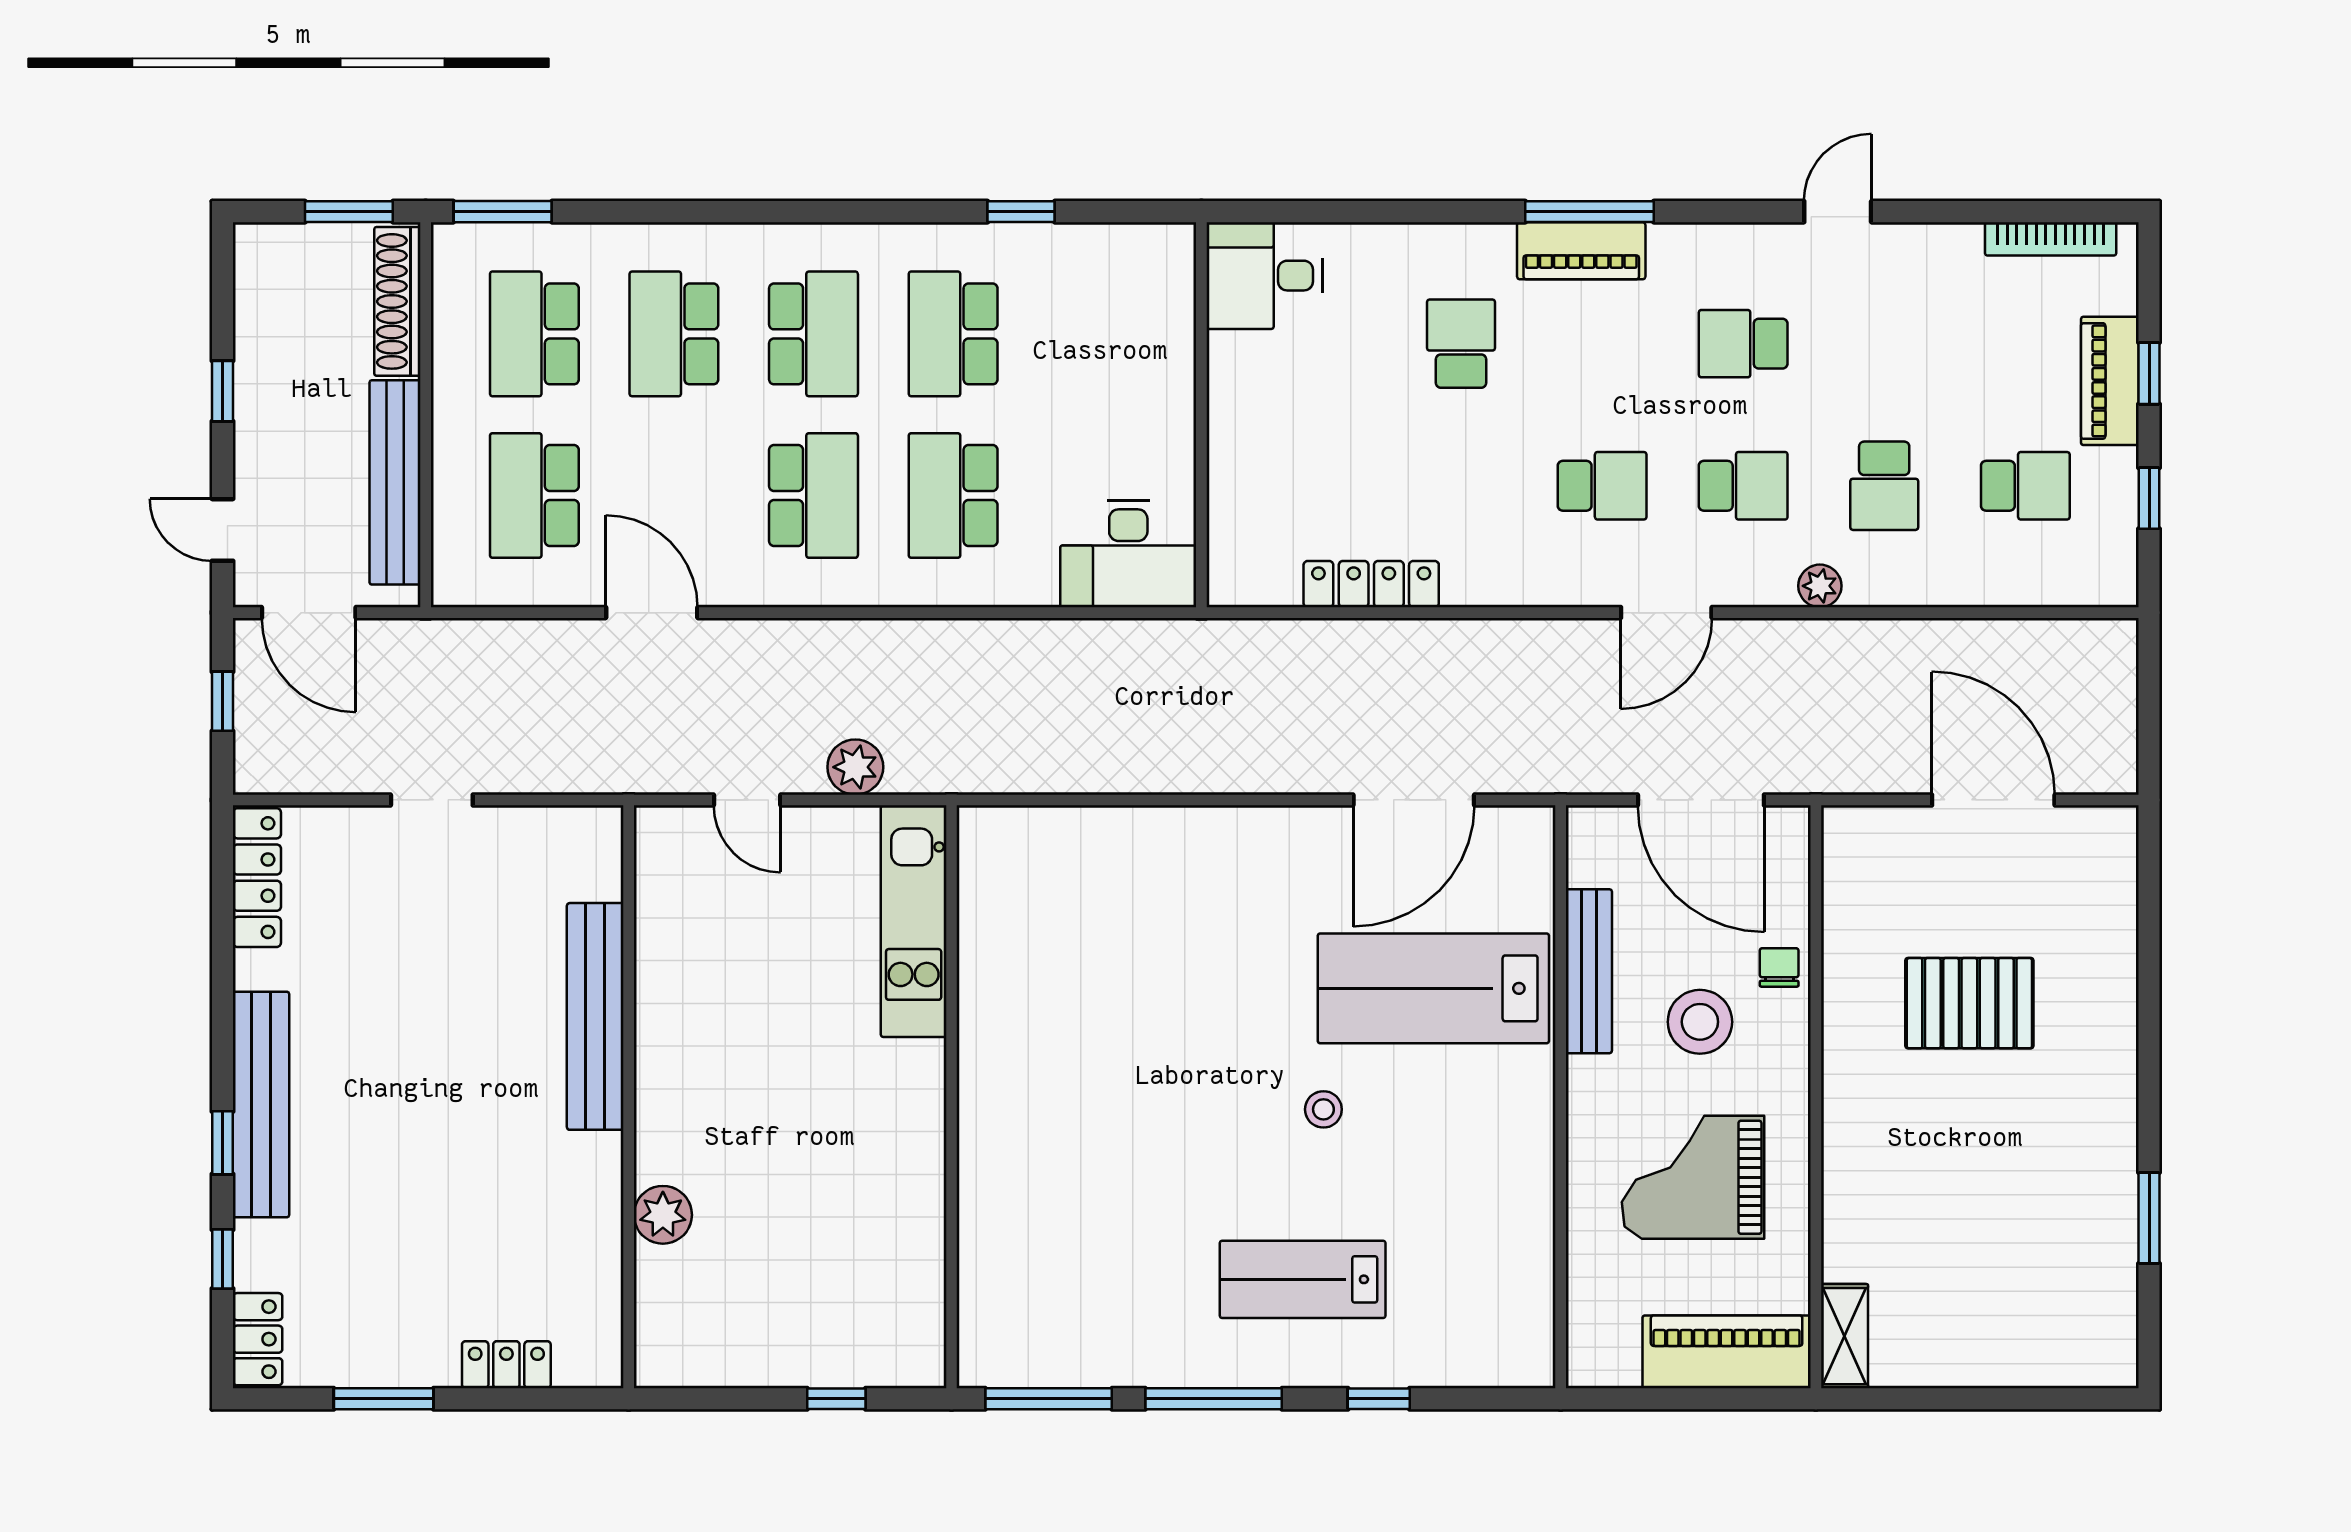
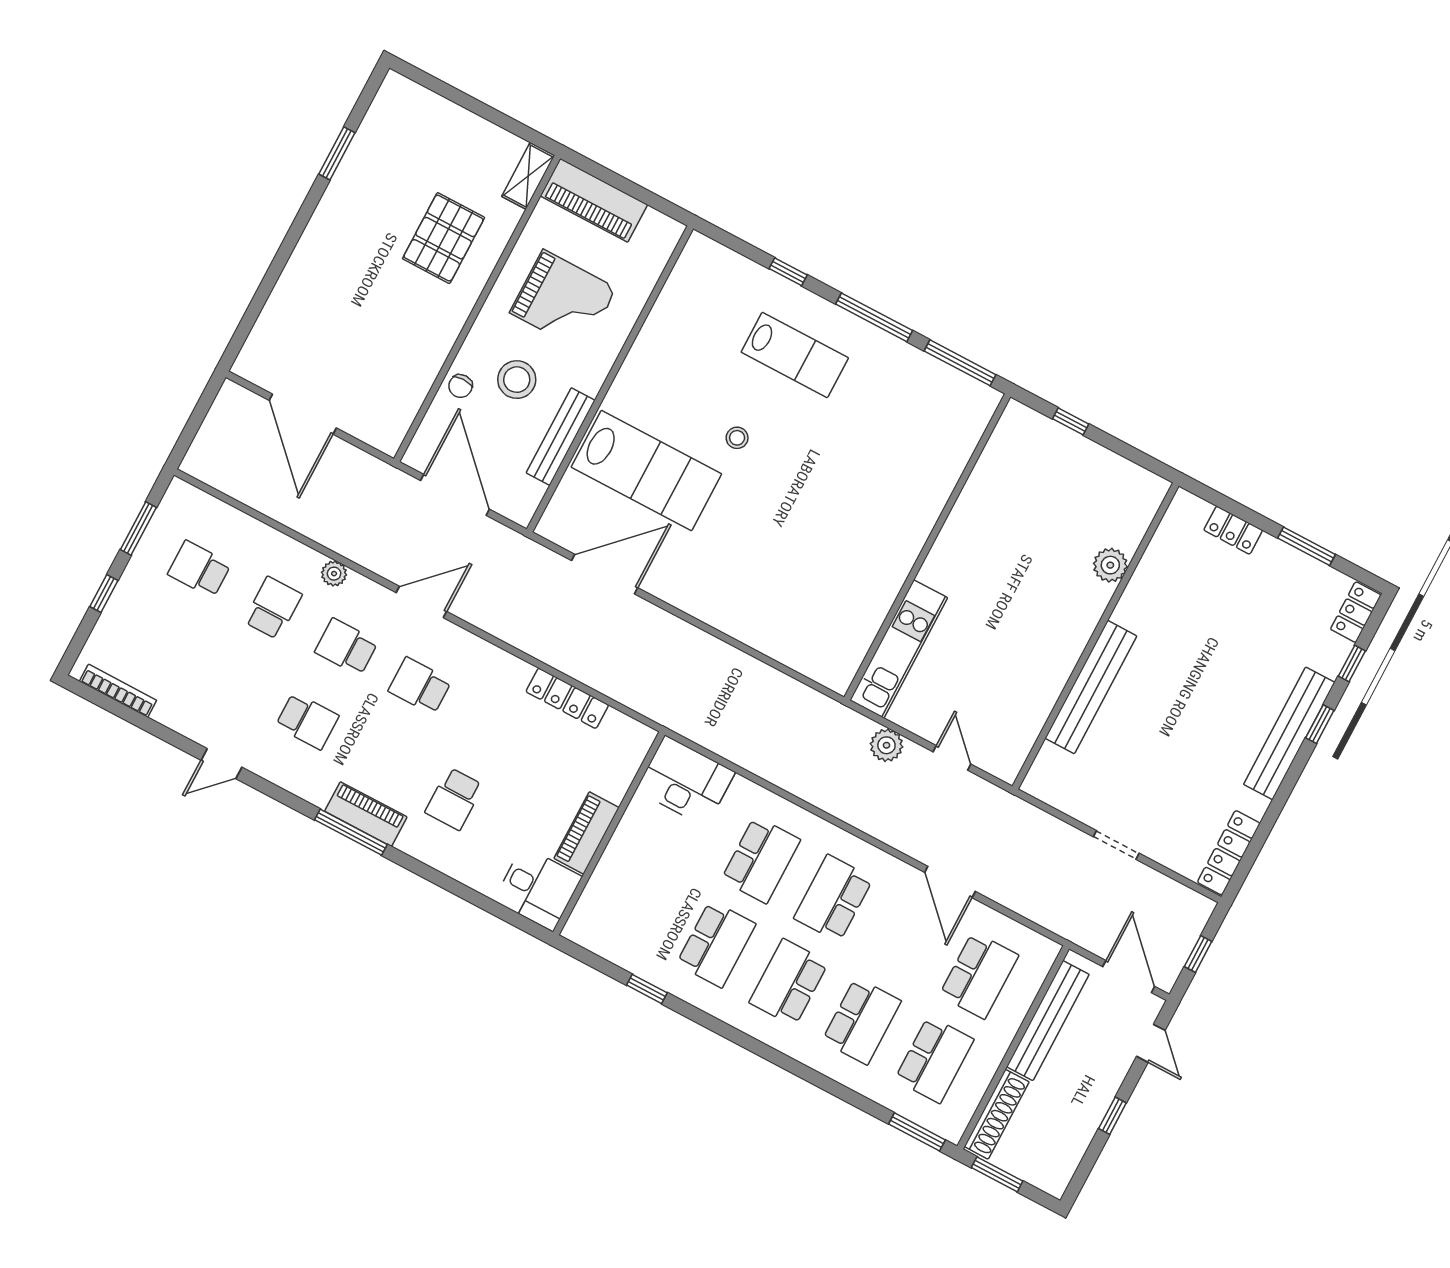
piano: (2110, 381) -> (587, 833), moved, turned 180
window: (2149, 498) -> (138, 528), width x1.50
pallet: (1969, 1003) -> (444, 238), moved, turned 90

